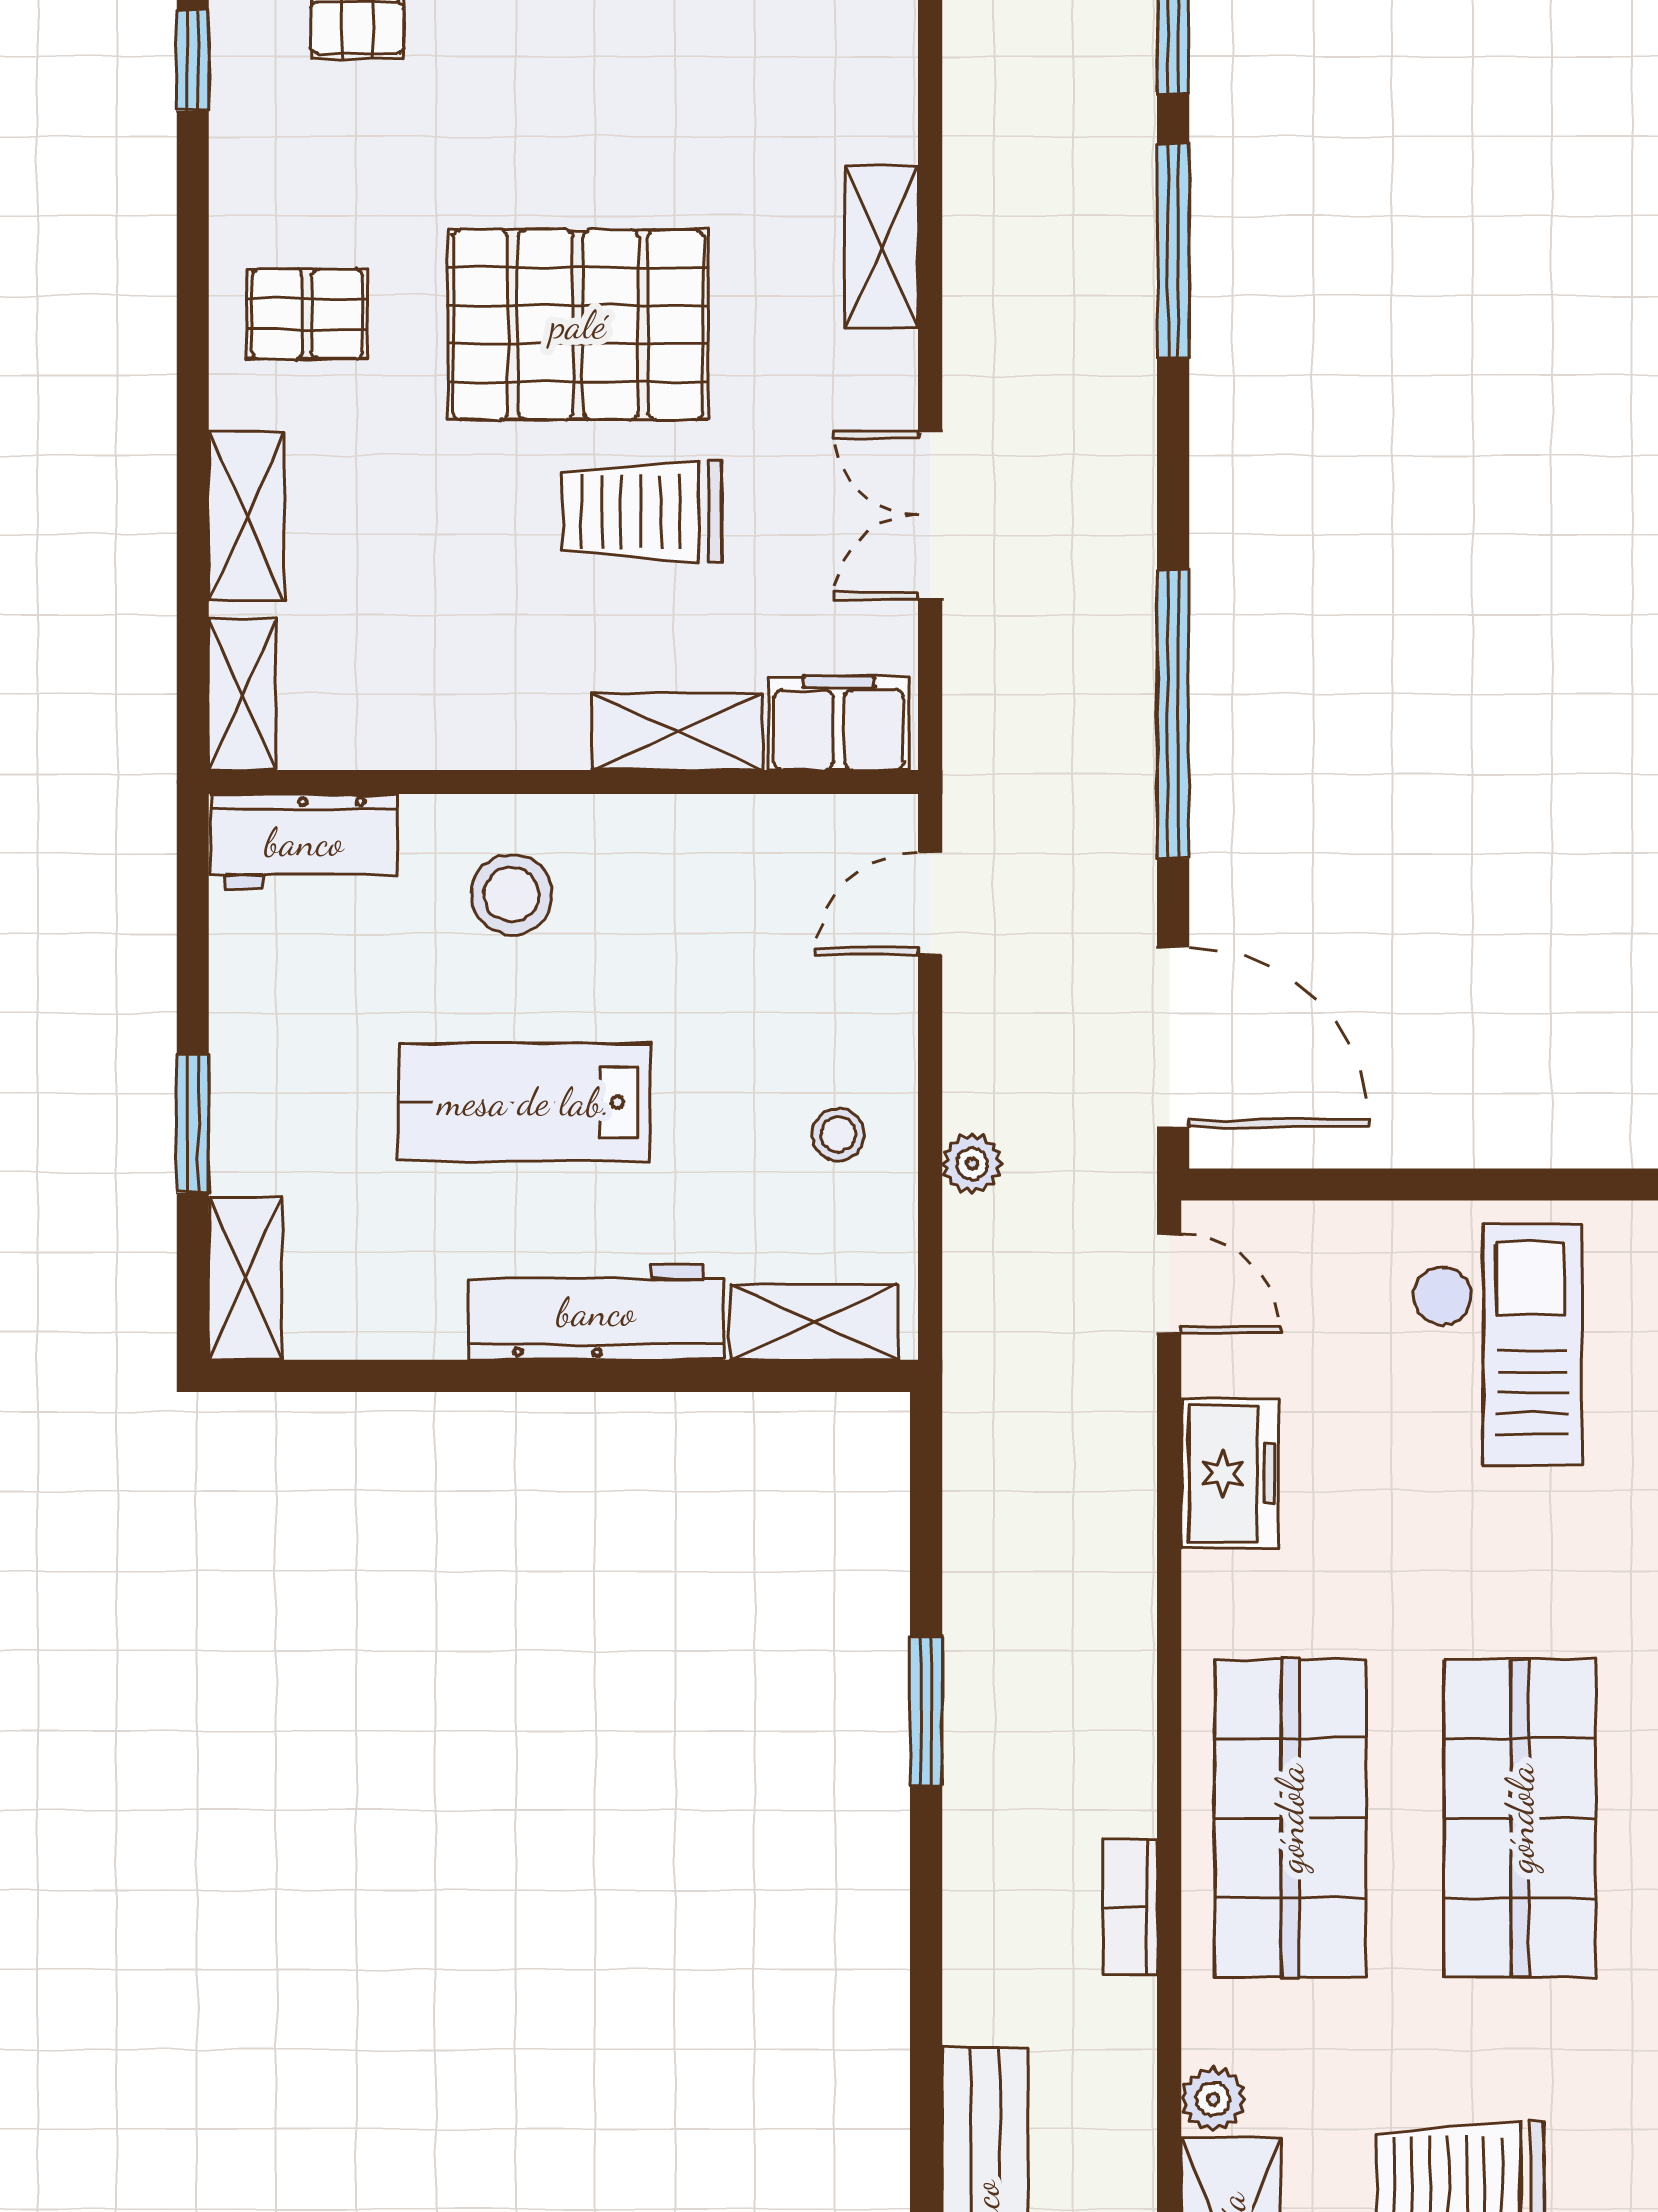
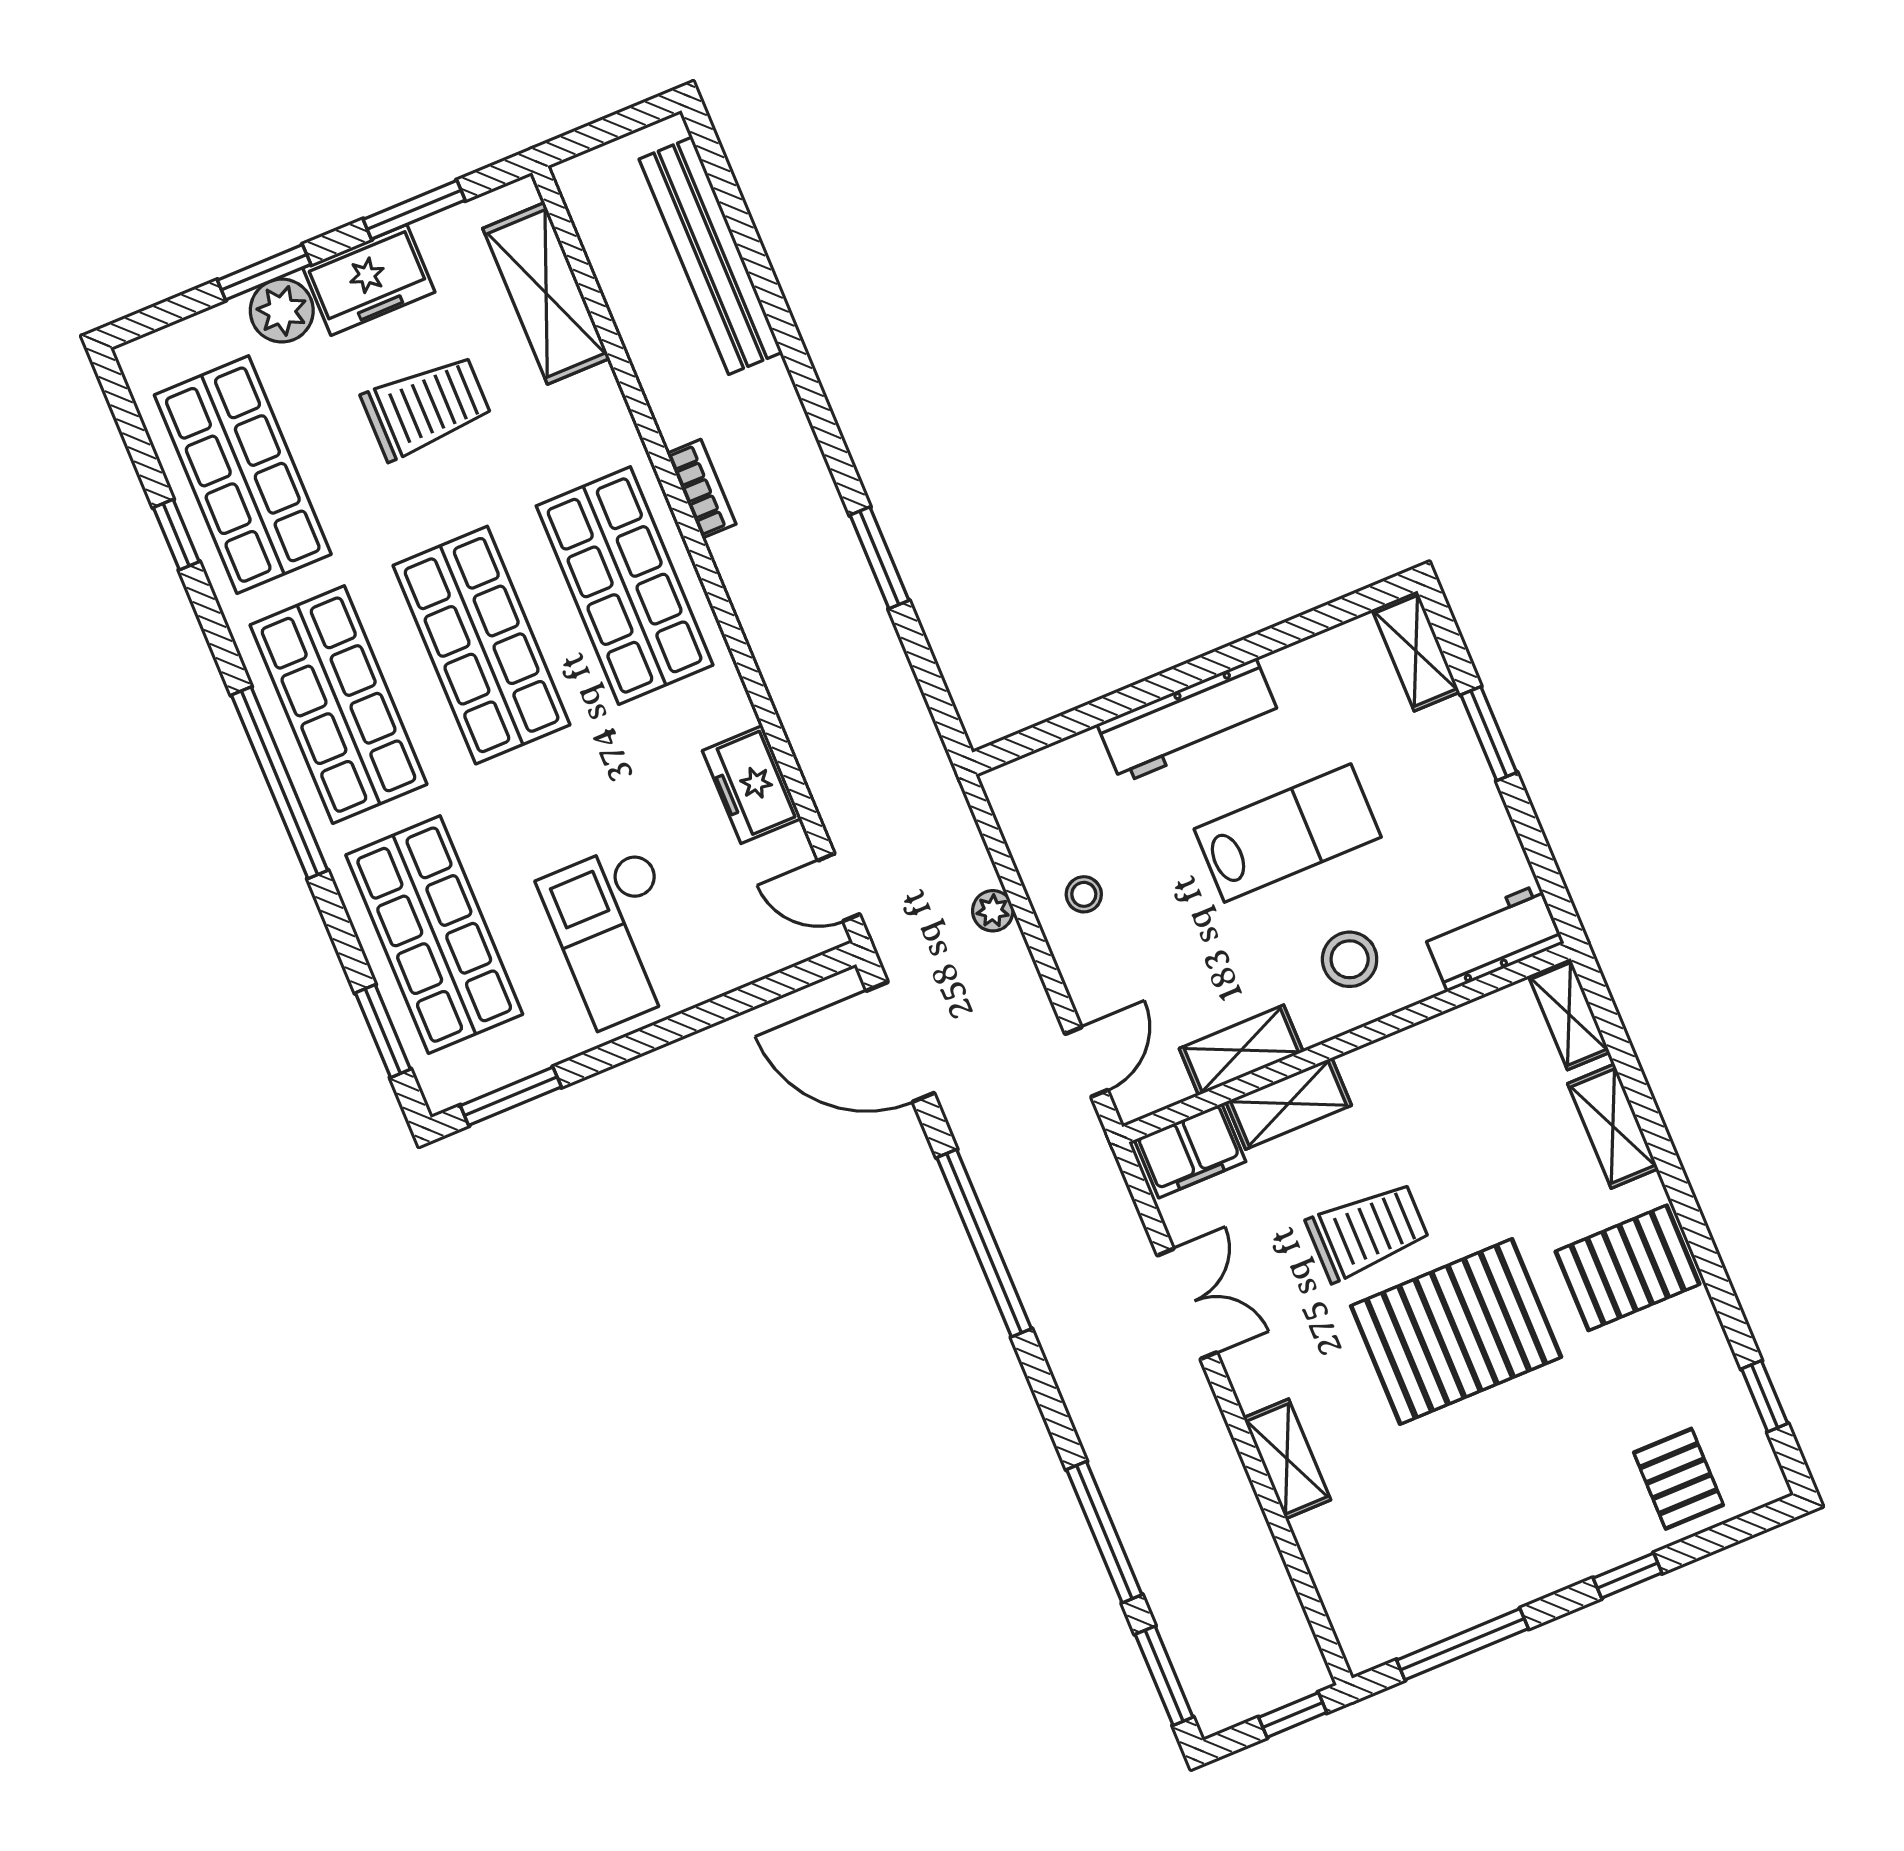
pallet: (307, 314) -> (1628, 1268), width x1.50, depth x1.42
shelving: (814, 1322) -> (1241, 1050), moved
plant: (1213, 2099) -> (600, 391), removed

